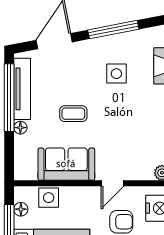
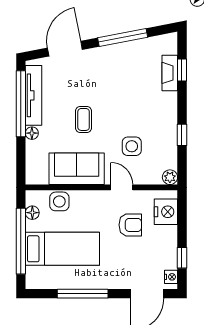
side table: (116, 74) -> (132, 146), moved
coffee table: (73, 114) -> (84, 119), turned 90
door: (113, 183) -> (122, 187), swing flipped

